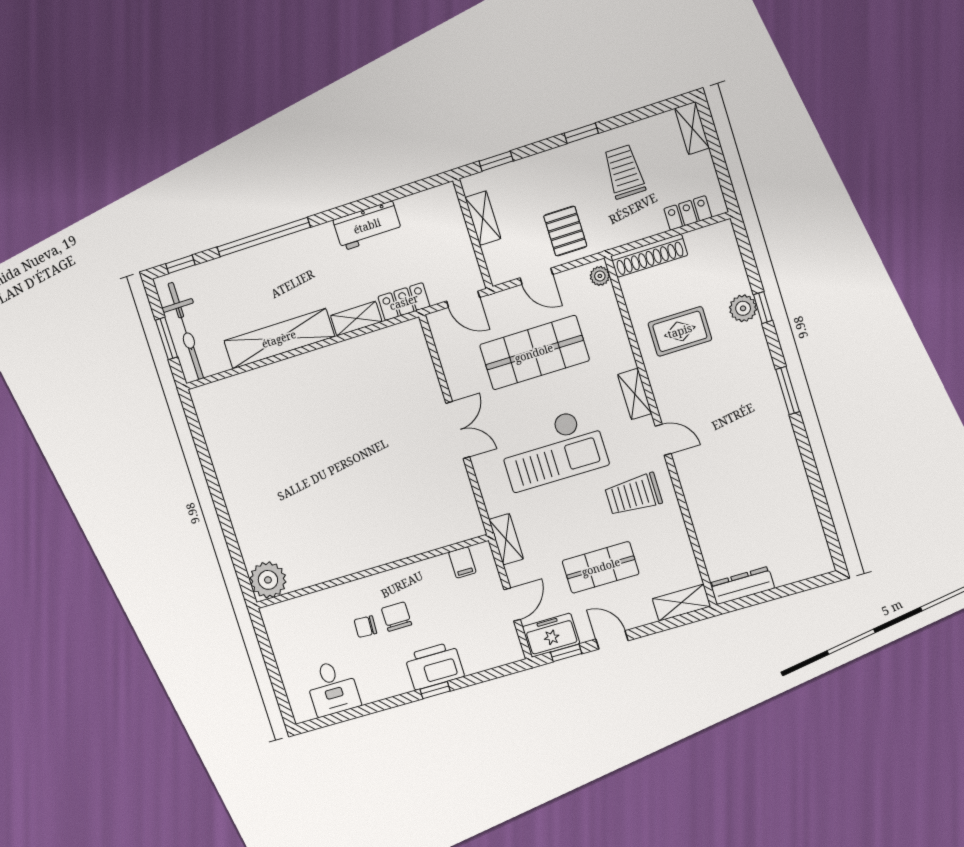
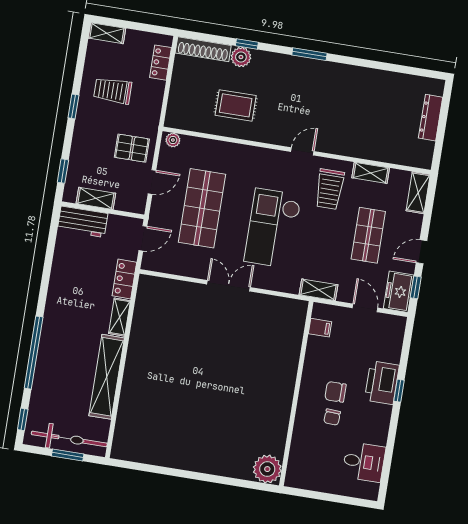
workbench: (367, 226) -> (83, 222), moved, turned 90
shoe rack: (649, 256) -> (203, 49), moved, turned 90
rug: (680, 331) -> (236, 105), turned 90
shelving: (635, 394) -> (371, 173), moved
checkout: (553, 449) -> (273, 228), turned 180
dresser: (742, 586) -> (431, 118), moved

